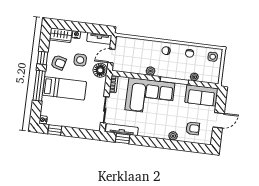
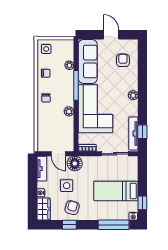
window: (39, 86) -> (114, 225), moved
bed: (64, 88) -> (116, 191), moved, turned -90
sofa: (201, 95) -> (88, 61), width x1.36
plant: (173, 136) -> (133, 95), moved

